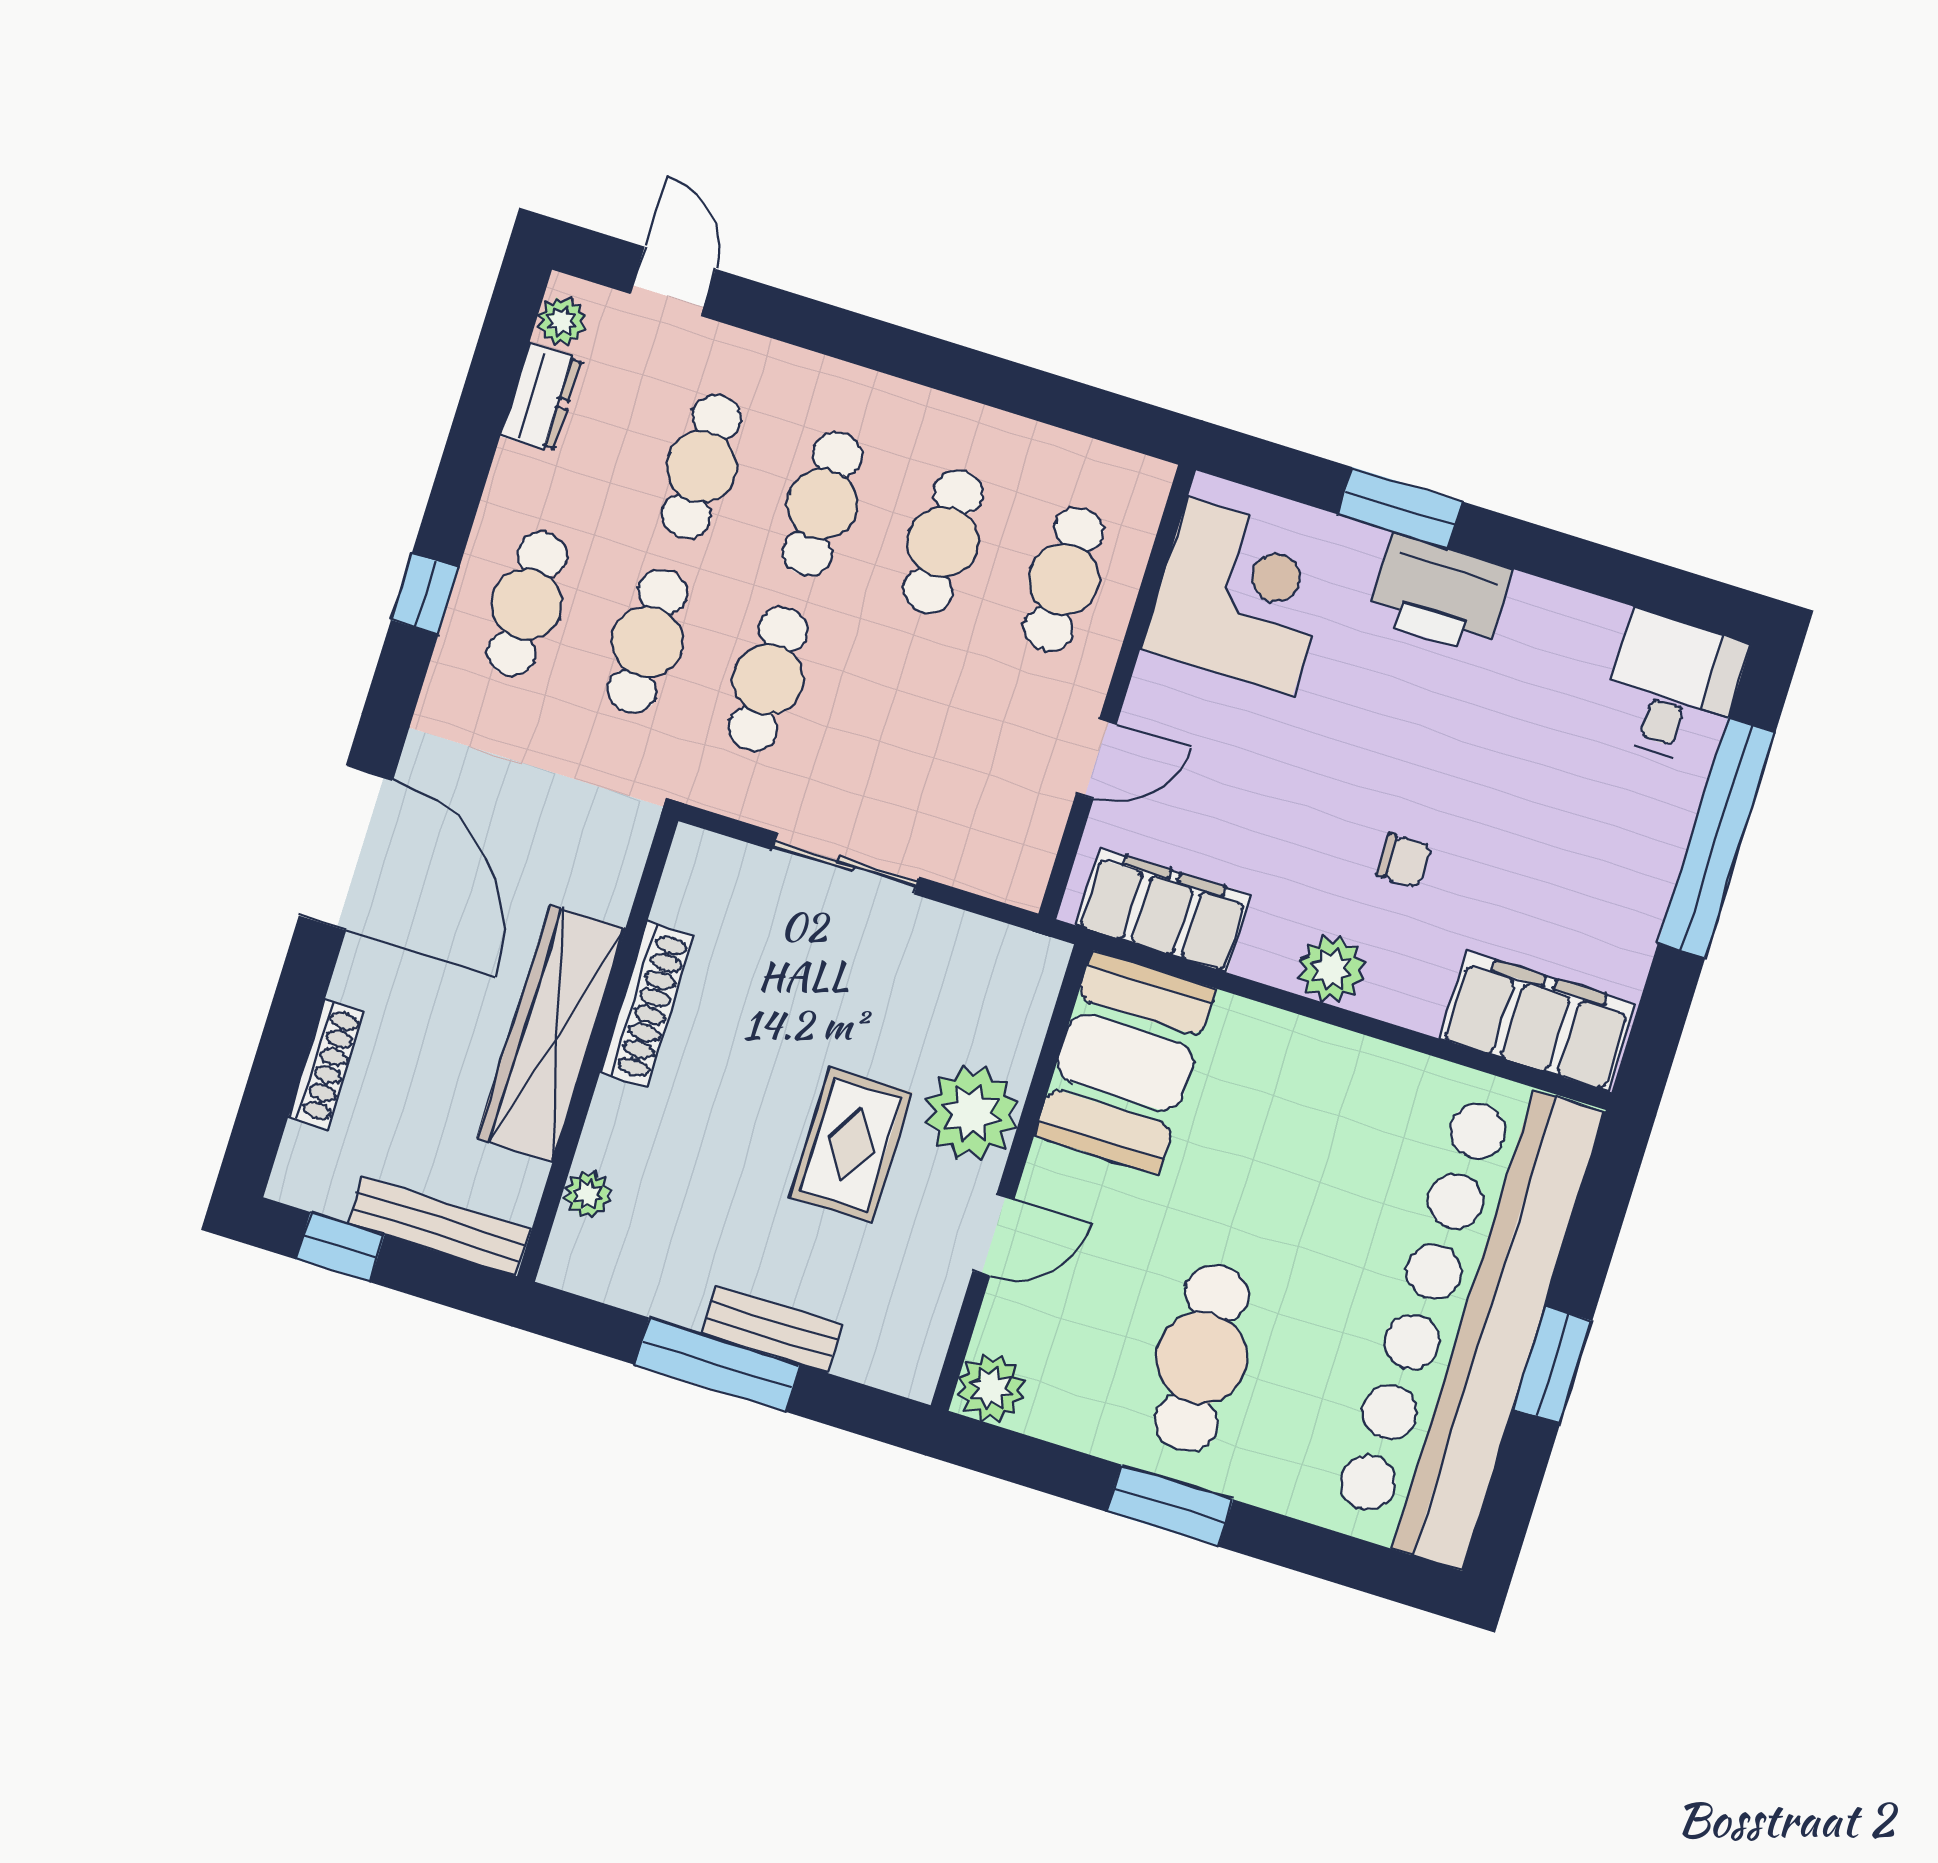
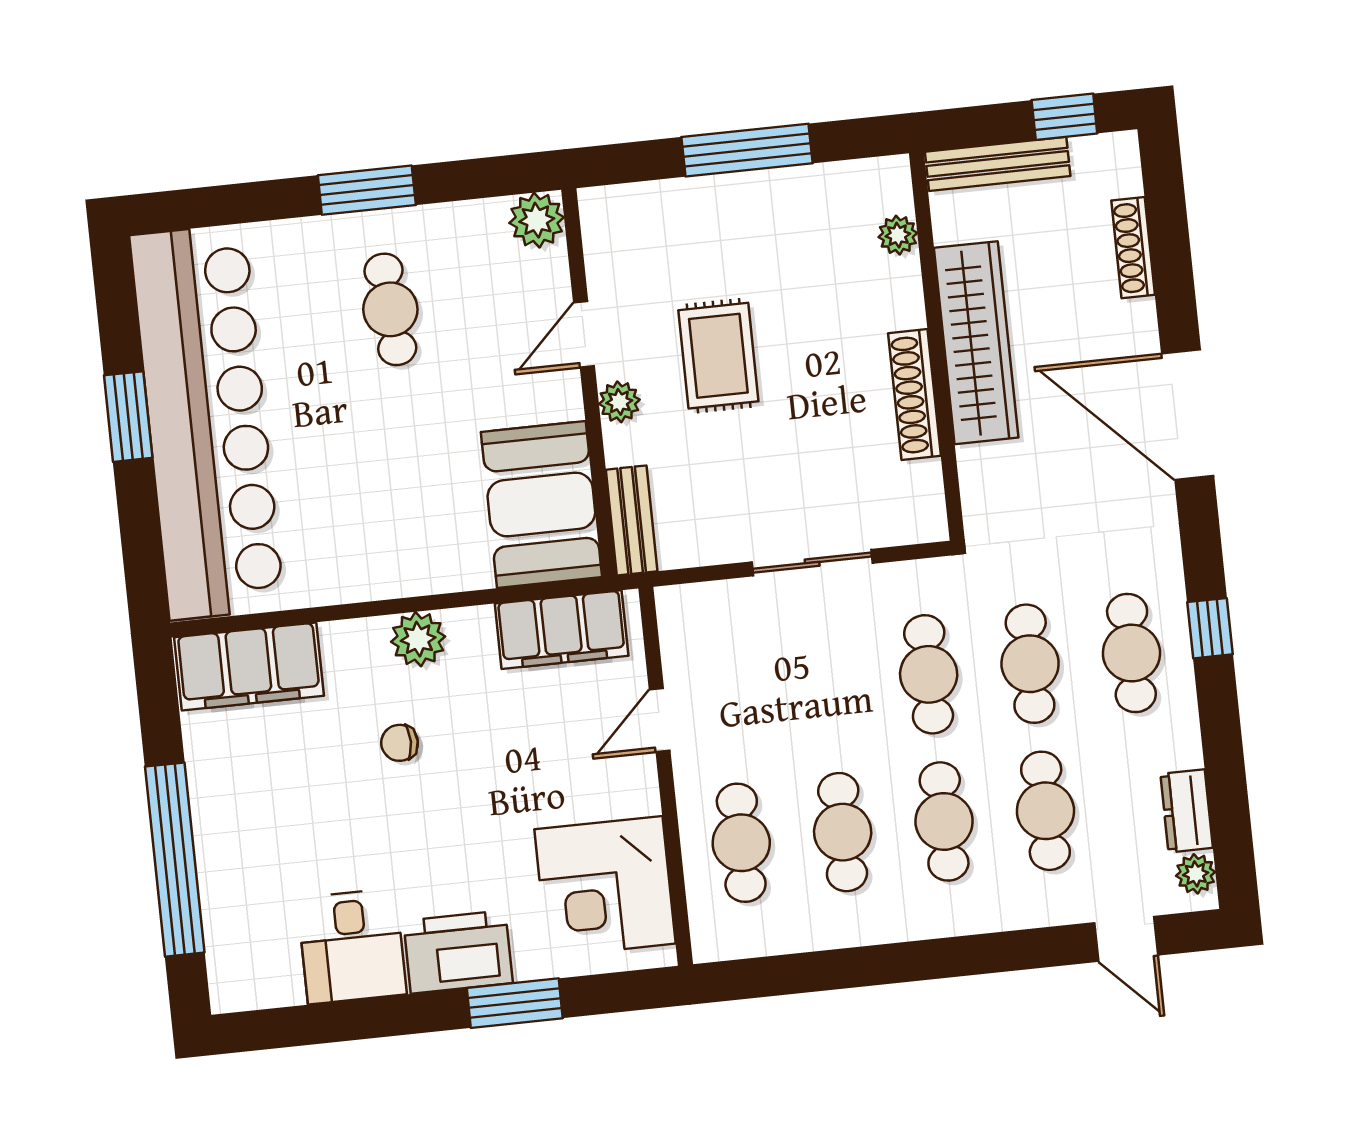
desk: (1673, 688) -> (352, 946), moved
plant: (972, 1113) -> (619, 402), width x0.53, depth x0.53
bench: (772, 1329) -> (632, 520), moved, turned 90
cafe table: (1202, 1358) -> (390, 309), width x0.73, depth x0.74

